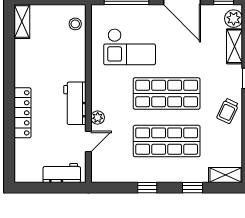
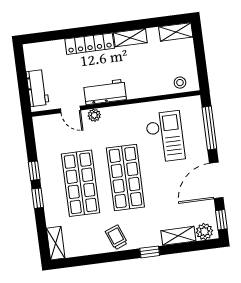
checkout: (130, 47) -> (165, 137), turned 180
shelving: (22, 70) -> (130, 38), added
trolley: (228, 111) -> (116, 237), turned 44
window: (192, 188) -> (38, 198), moved

